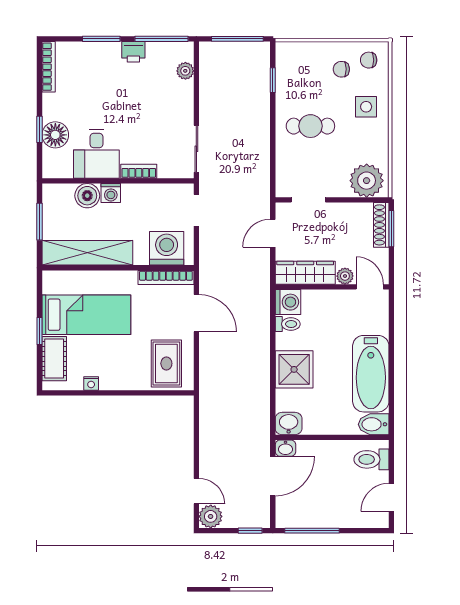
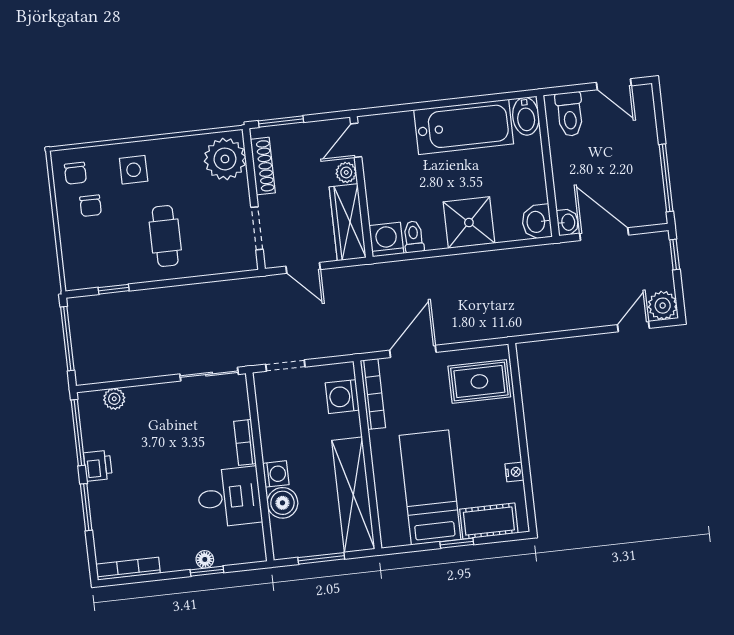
floor lamp: (55, 135) -> (205, 559), width x0.53, depth x0.53
shoe rack: (381, 225) -> (263, 166), moved, turned -90
washing machine: (167, 248) -> (342, 397), width x0.73, depth x0.73

